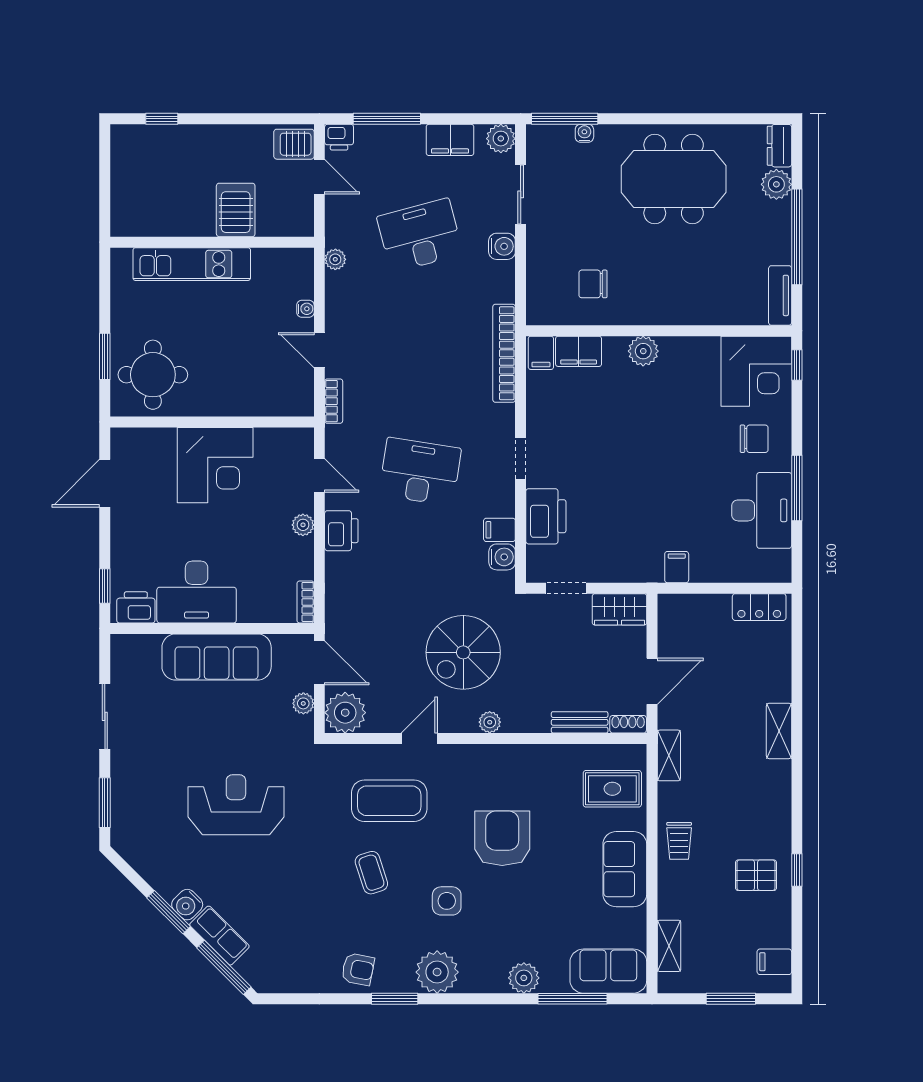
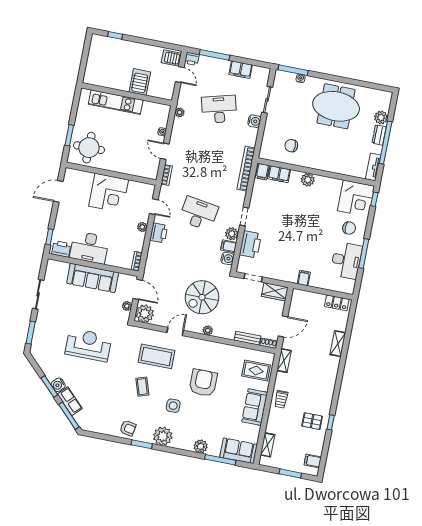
plant: (501, 139) -> (232, 234), moved
dresser: (779, 146) -> (379, 135), moved
shelving: (779, 731) -> (338, 344), moved

